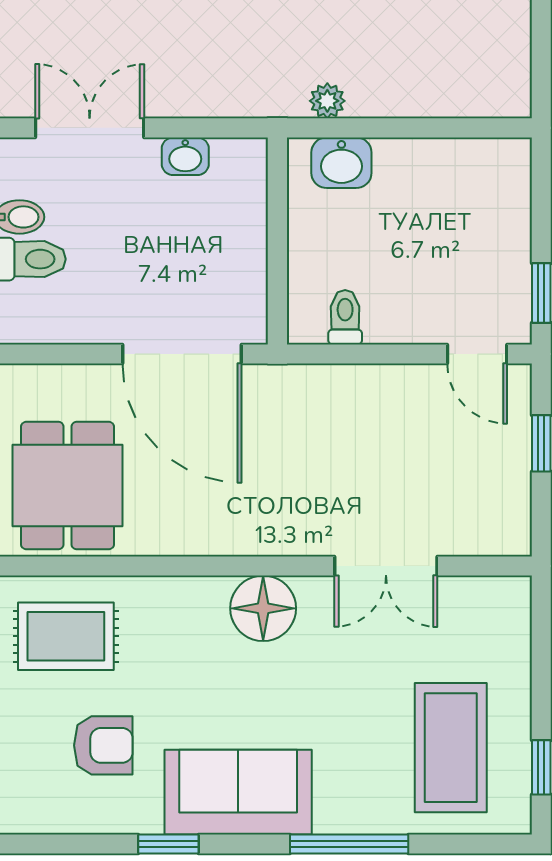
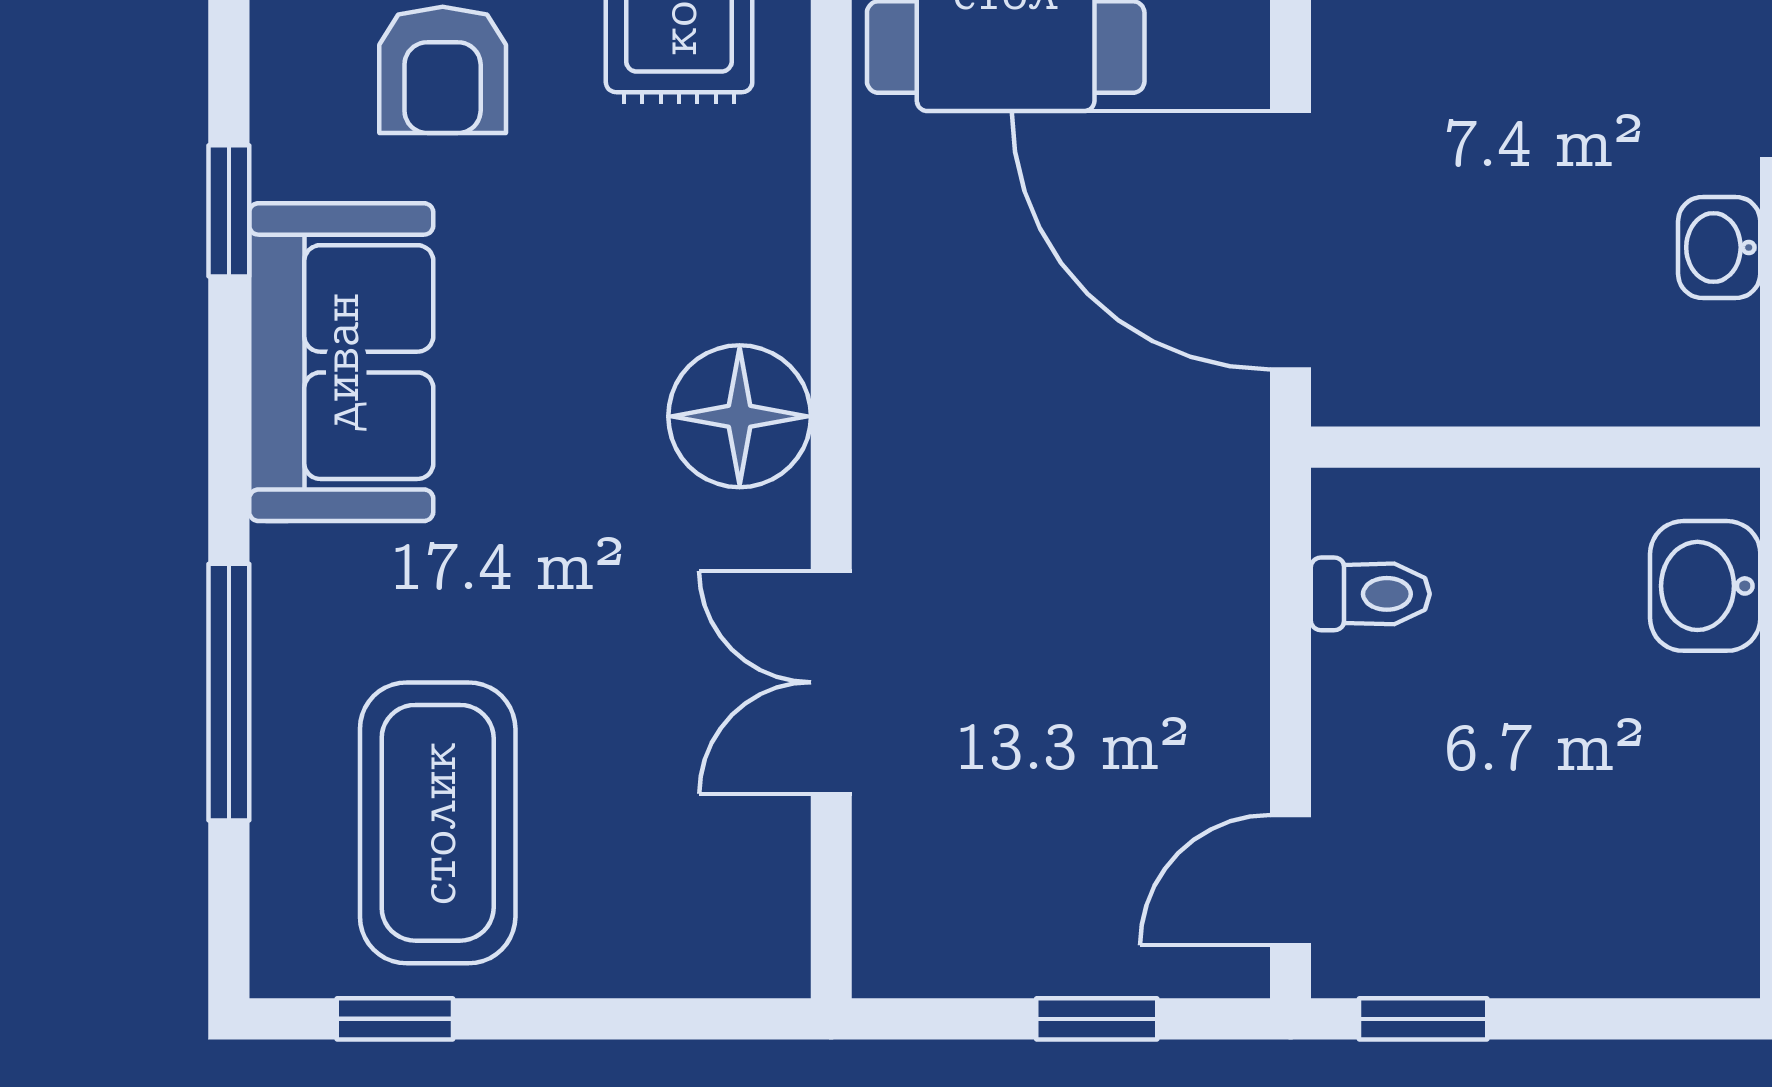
door: (182, 354) -> (1291, 240), hinge flipped
coffee table: (451, 748) -> (438, 823), turned 90
window: (349, 844) -> (229, 692), moved

